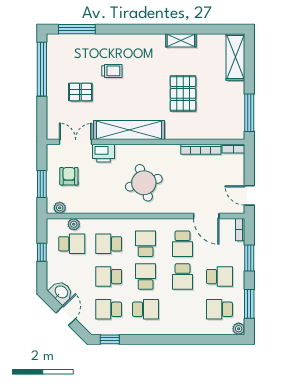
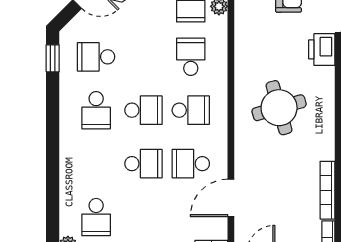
school desk: (109, 277) -> (143, 57), removed
school desk: (183, 277) -> (143, 164), turned 180
school desk: (219, 277) -> (143, 217), removed
school desk: (109, 309) -> (96, 57), turned -90
school desk: (219, 309) -> (96, 217), turned 180

